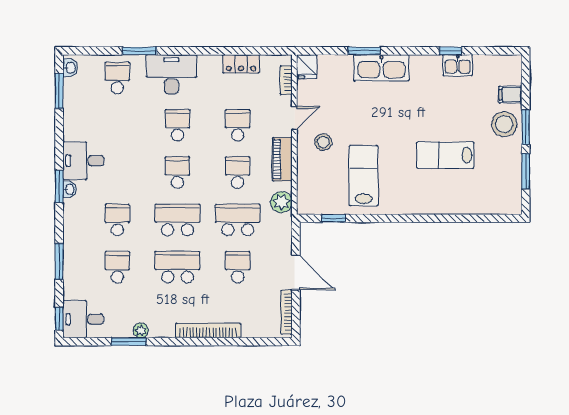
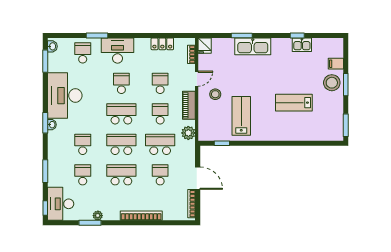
desk: (83, 161) -> (65, 96), width x1.87, depth x1.30
window: (526, 171) -> (346, 125), moved
school desk: (177, 173) -> (121, 114), width x1.85
desk: (83, 319) -> (61, 204), width x1.37

